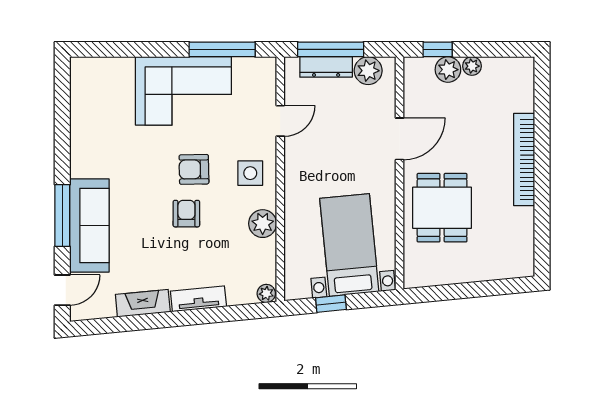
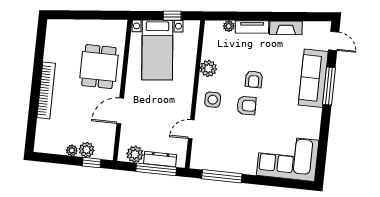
corner sofa: (183, 91) -> (288, 158), moved
door: (62, 290) -> (334, 41), swing flipped
plant: (266, 293) -> (229, 26), moved

